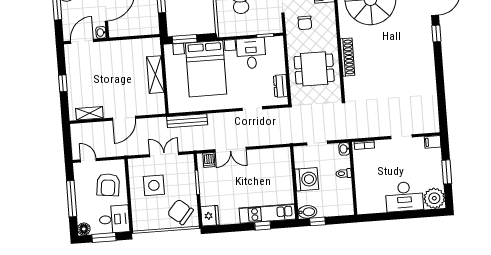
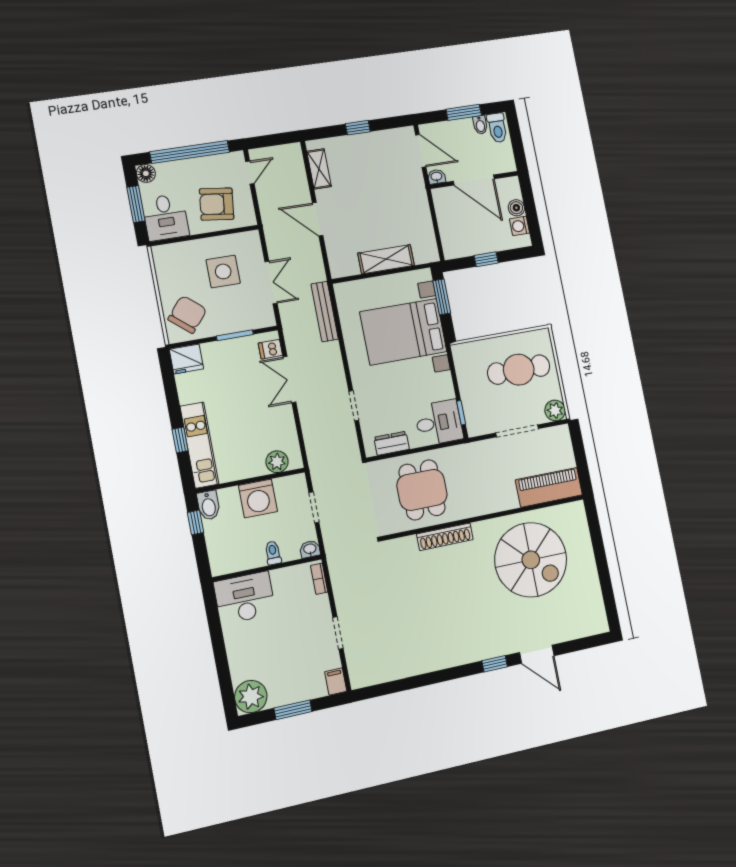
chair: (305, 23) -> (486, 468), removed
desk: (251, 53) -> (439, 423), moved
plant: (284, 164) -> (277, 462), added
desk: (404, 197) -> (245, 598), moved, turned 90
window: (72, 199) -> (190, 152), width x1.46

